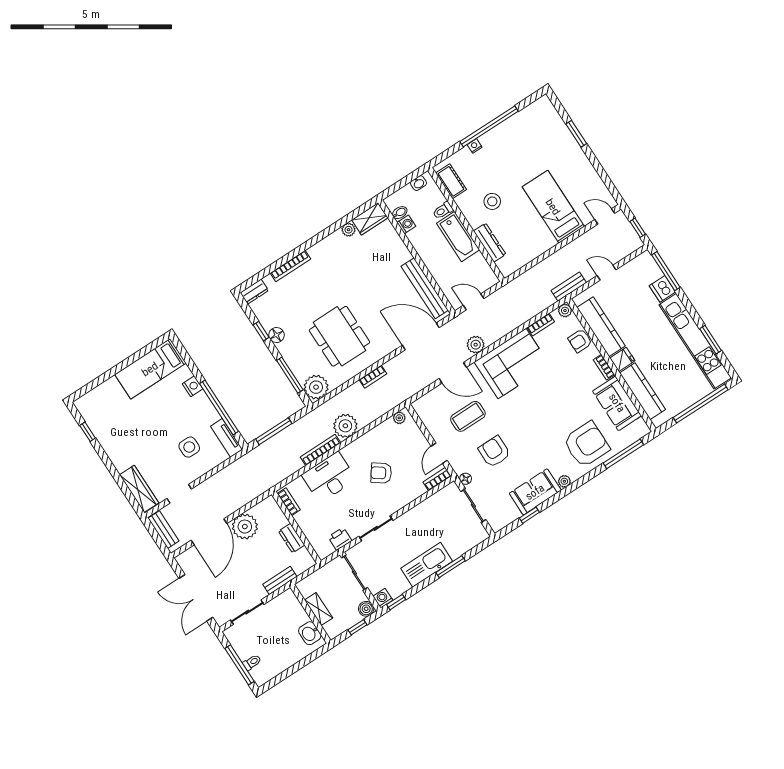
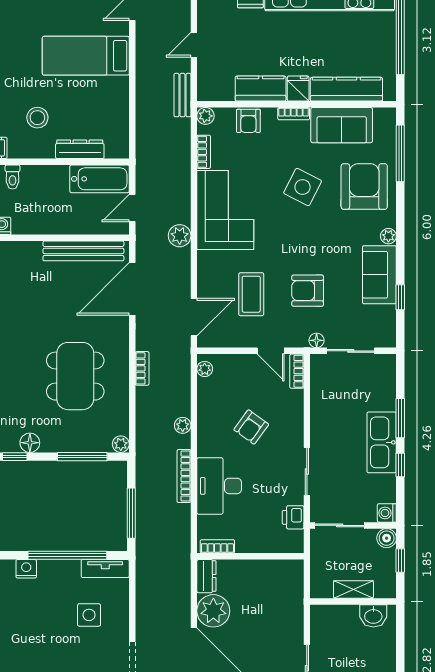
bathtub: (458, 236) -> (100, 179), moved
kitchen counter: (601, 327) -> (261, 89), width x0.67
dining table: (339, 336) -> (75, 376), turned 90
door: (453, 373) -> (194, 317), moved
plant: (316, 387) -> (121, 444), width x0.53, depth x0.53
side table: (560, 404) -> (303, 187), added
plant: (345, 426) -> (183, 425), width x0.53, depth x0.53
dresser: (292, 538) -> (206, 576), moved, turned -90
bench: (280, 580) -> (296, 611), removed
window: (396, 602) -> (400, 465), moved

